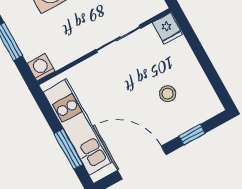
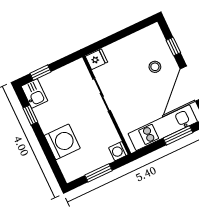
stool: (168, 94) -> (155, 67), moved

